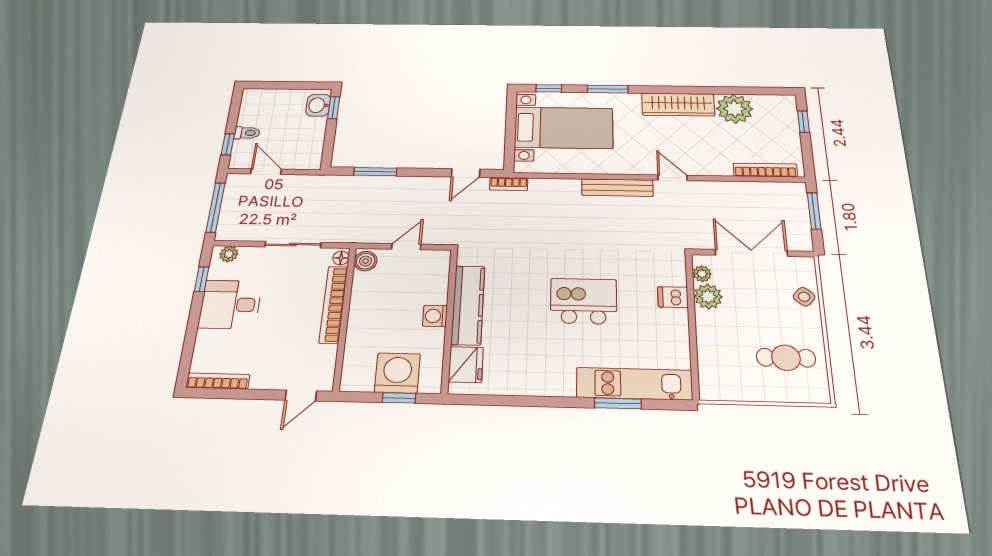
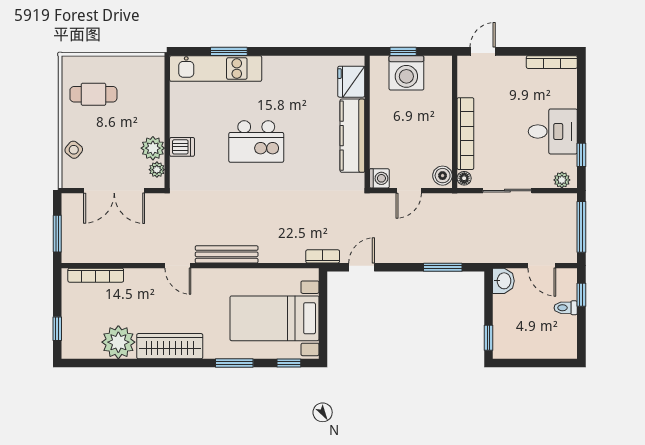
washbasin: (318, 105) -> (503, 281), moved
washing machine: (435, 316) -> (379, 178), moved

